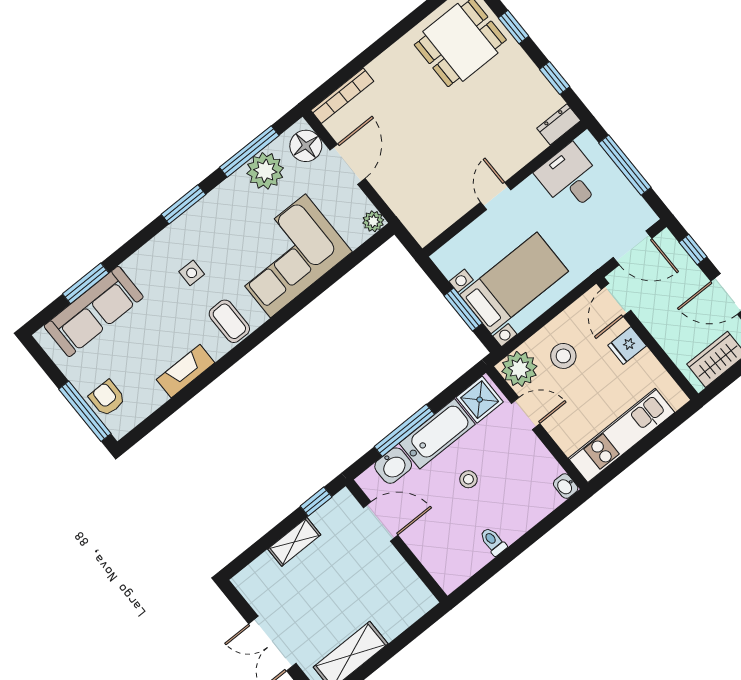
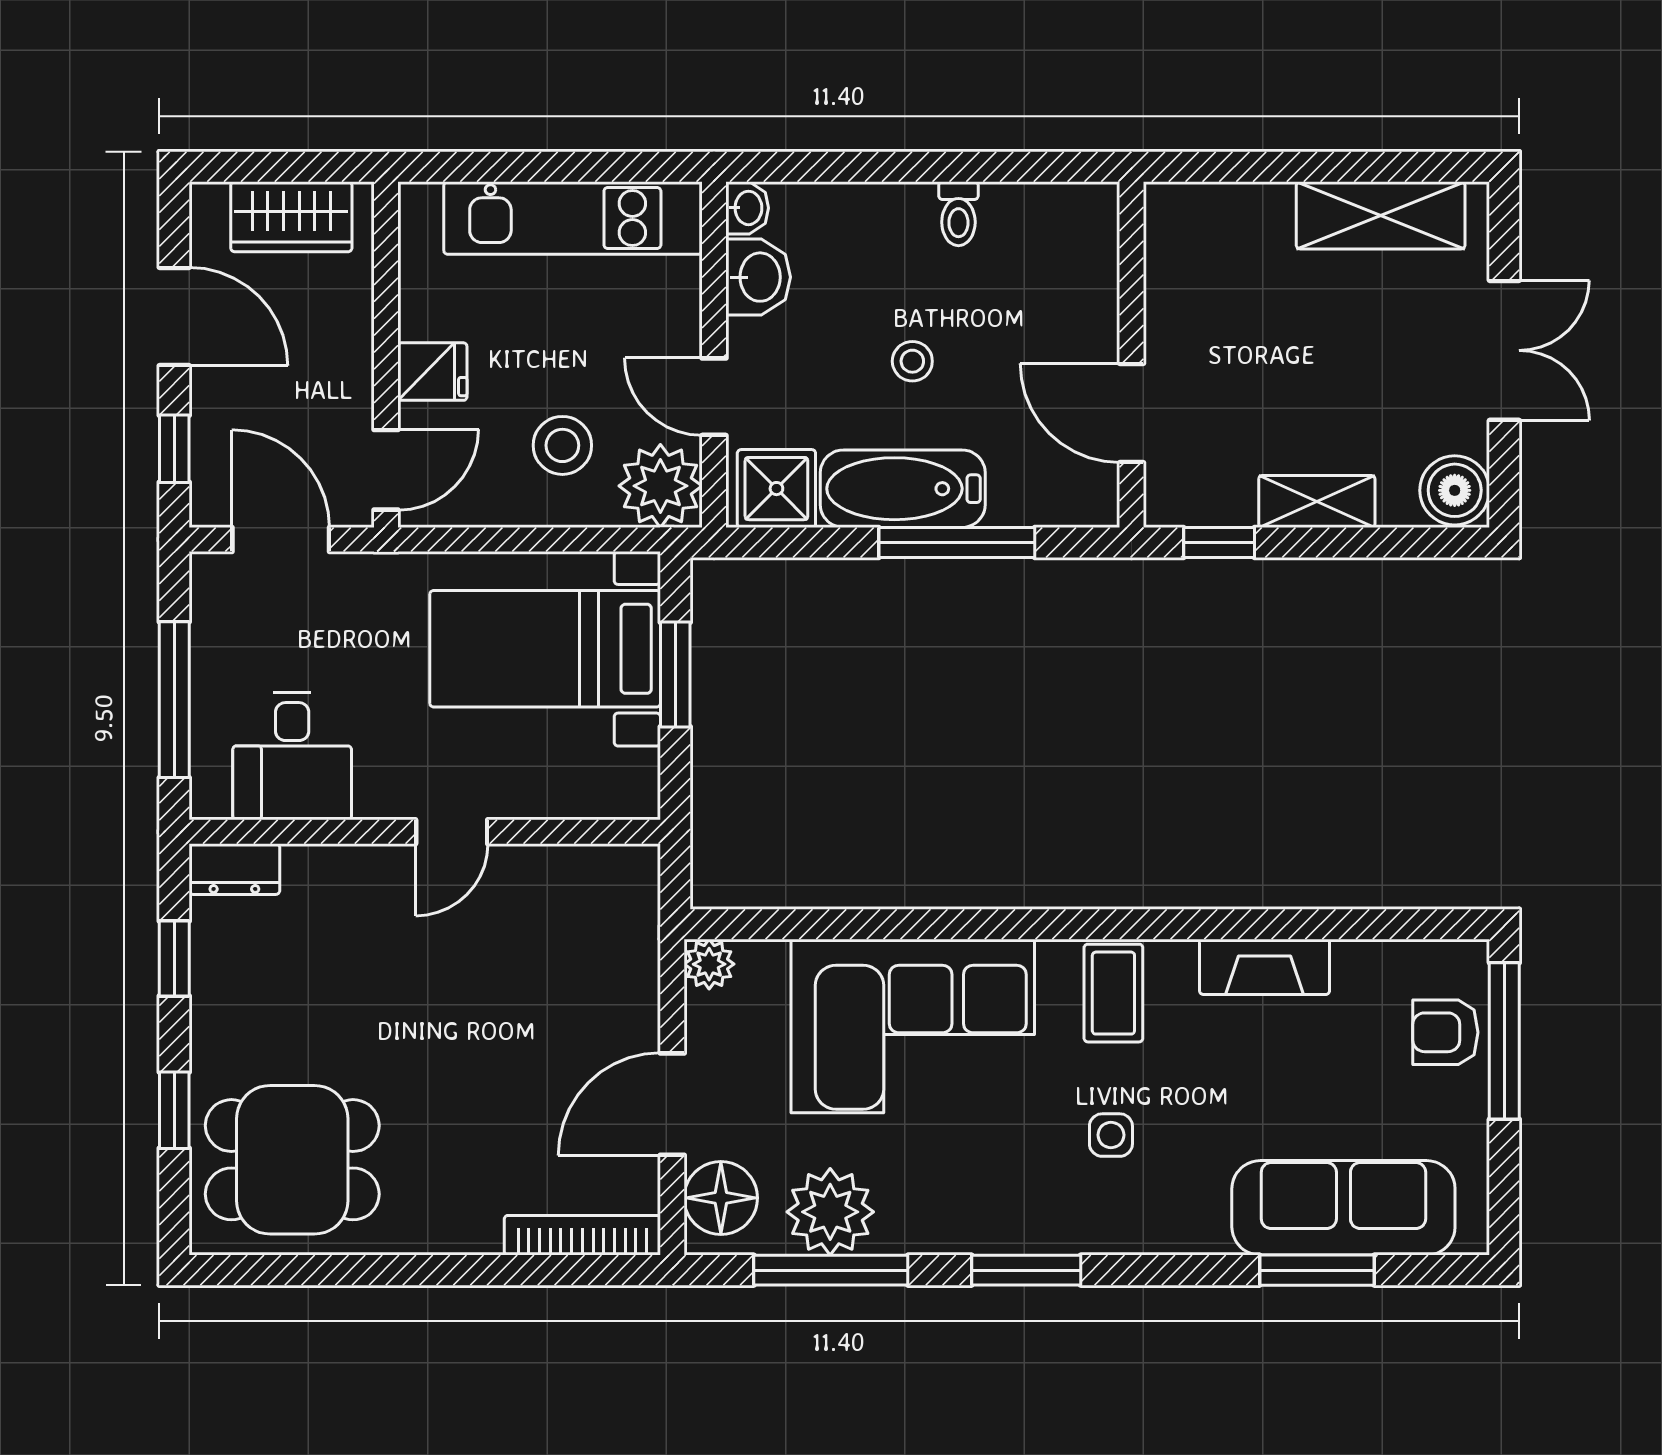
armchair: (107, 398) -> (1445, 1032), turned 90
washbasin: (393, 466) -> (758, 277), moved, turned 90
boiler: (251, 583) -> (1455, 490), added

